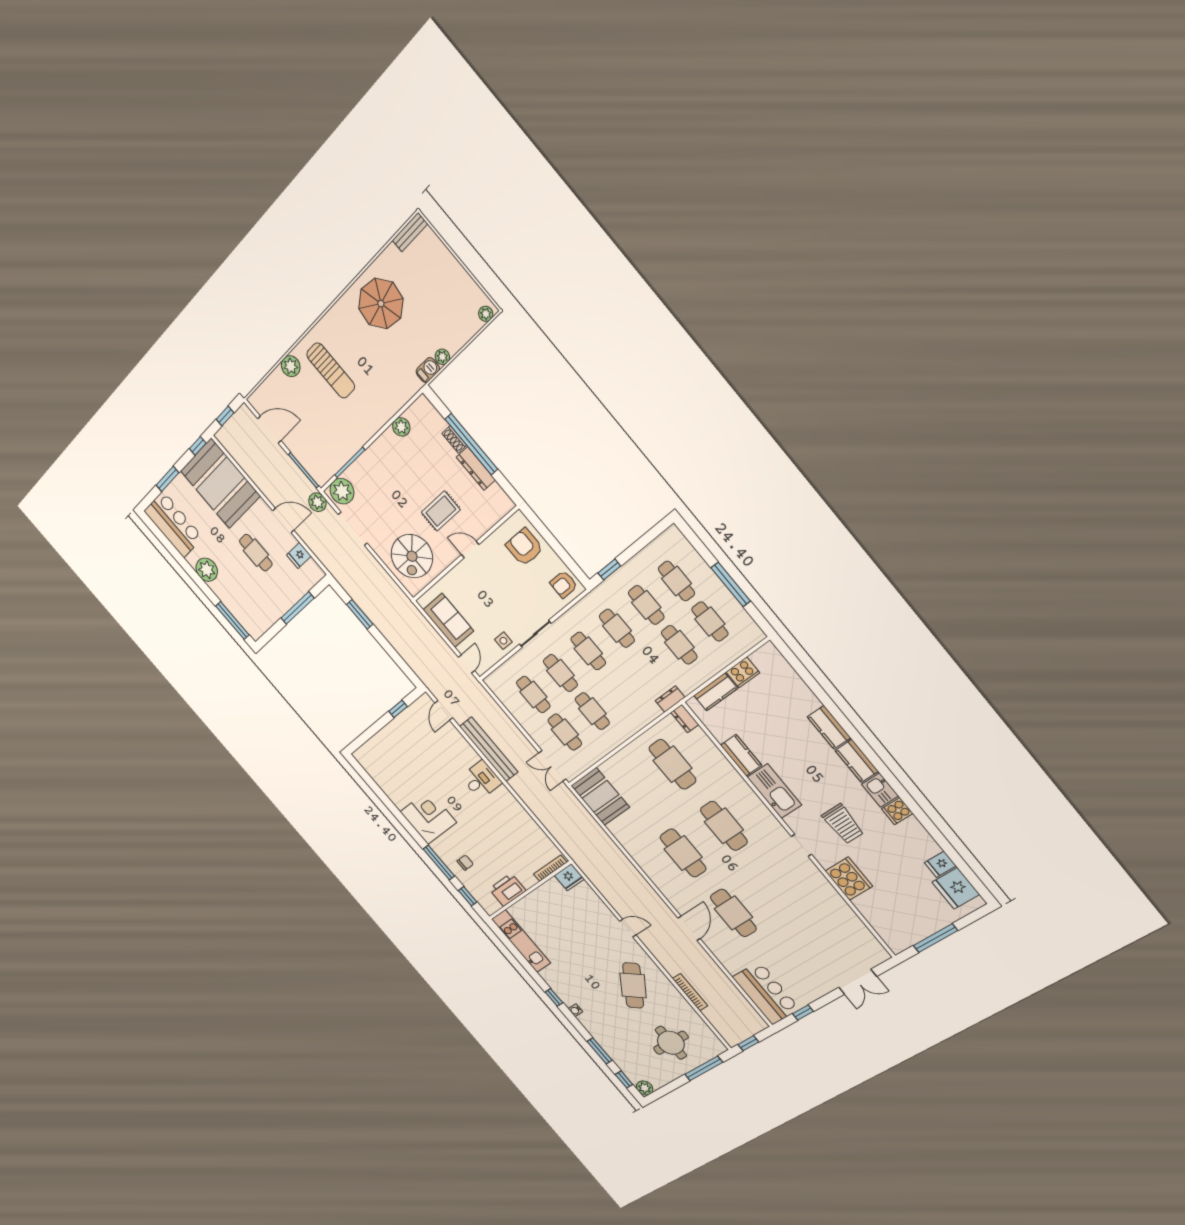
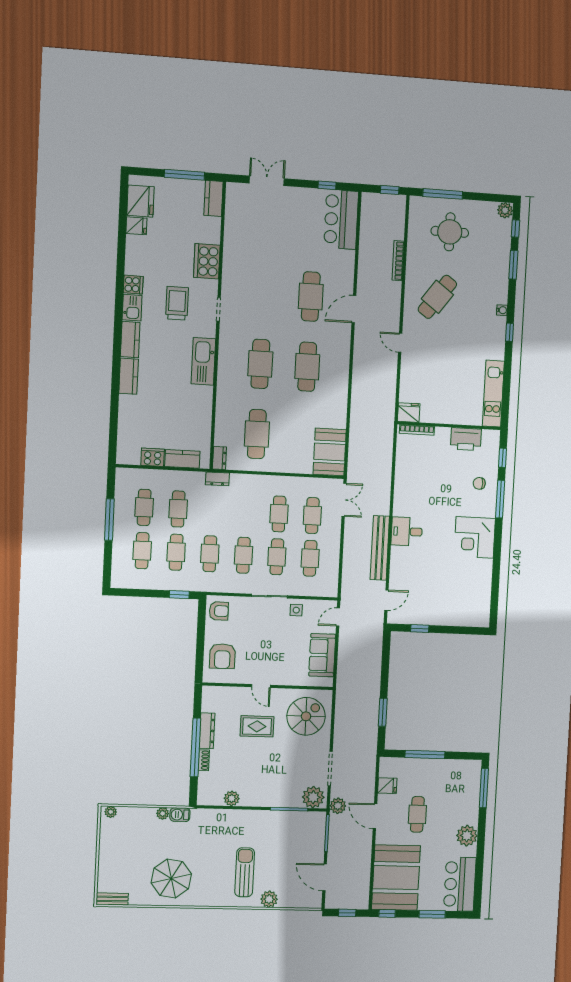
kitchen counter: (741, 755) -> (214, 198), moved

